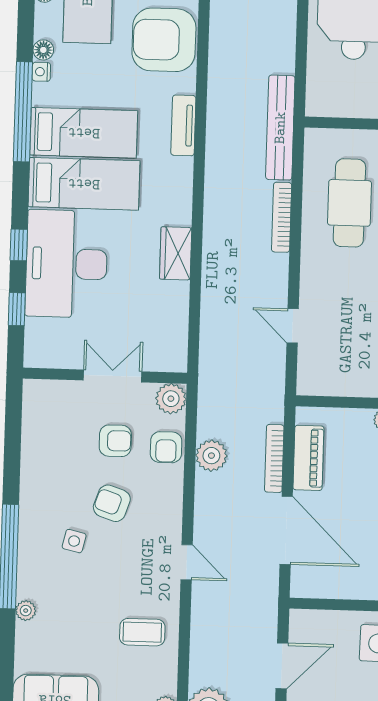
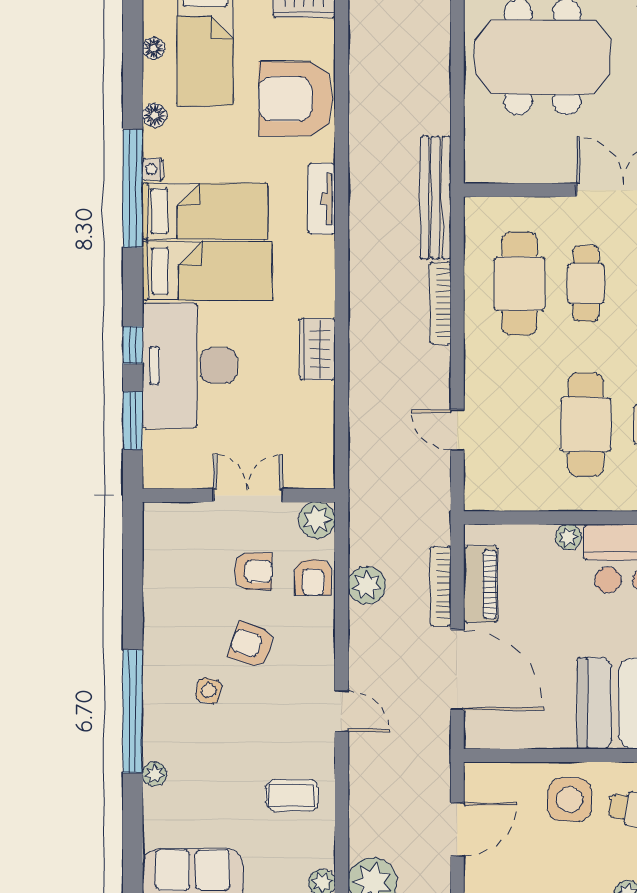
nightstand: (41, 72) -> (153, 169), moved
window: (17, 309) -> (133, 421), width x1.50

